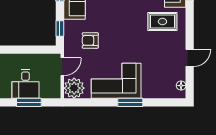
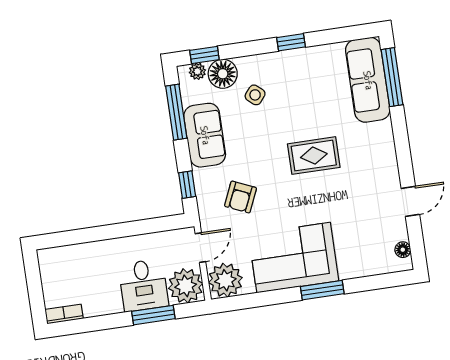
rug: (162, 22) -> (314, 156), moved
armchair: (90, 40) -> (241, 197), turned -66
plant: (50, 88) -> (186, 286), added

